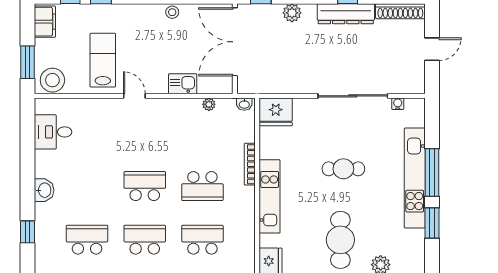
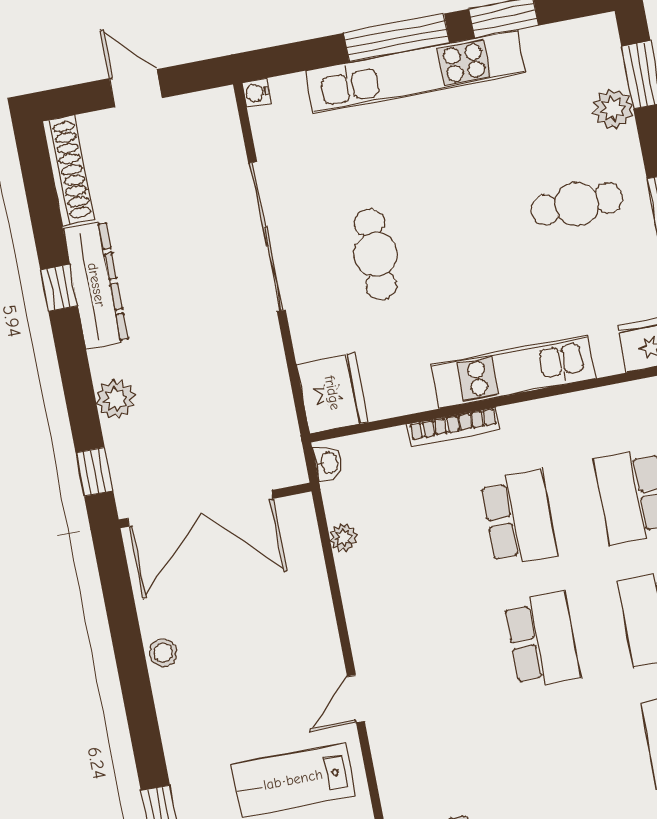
kitchen sink: (183, 84) -> (310, 602), removed
water cooler: (398, 104) -> (257, 93), moved
cafe table: (343, 169) -> (375, 254), moved
school desk: (145, 186) -> (542, 640), turned 180
cafe table: (340, 240) -> (577, 204), width x0.73, depth x0.74

